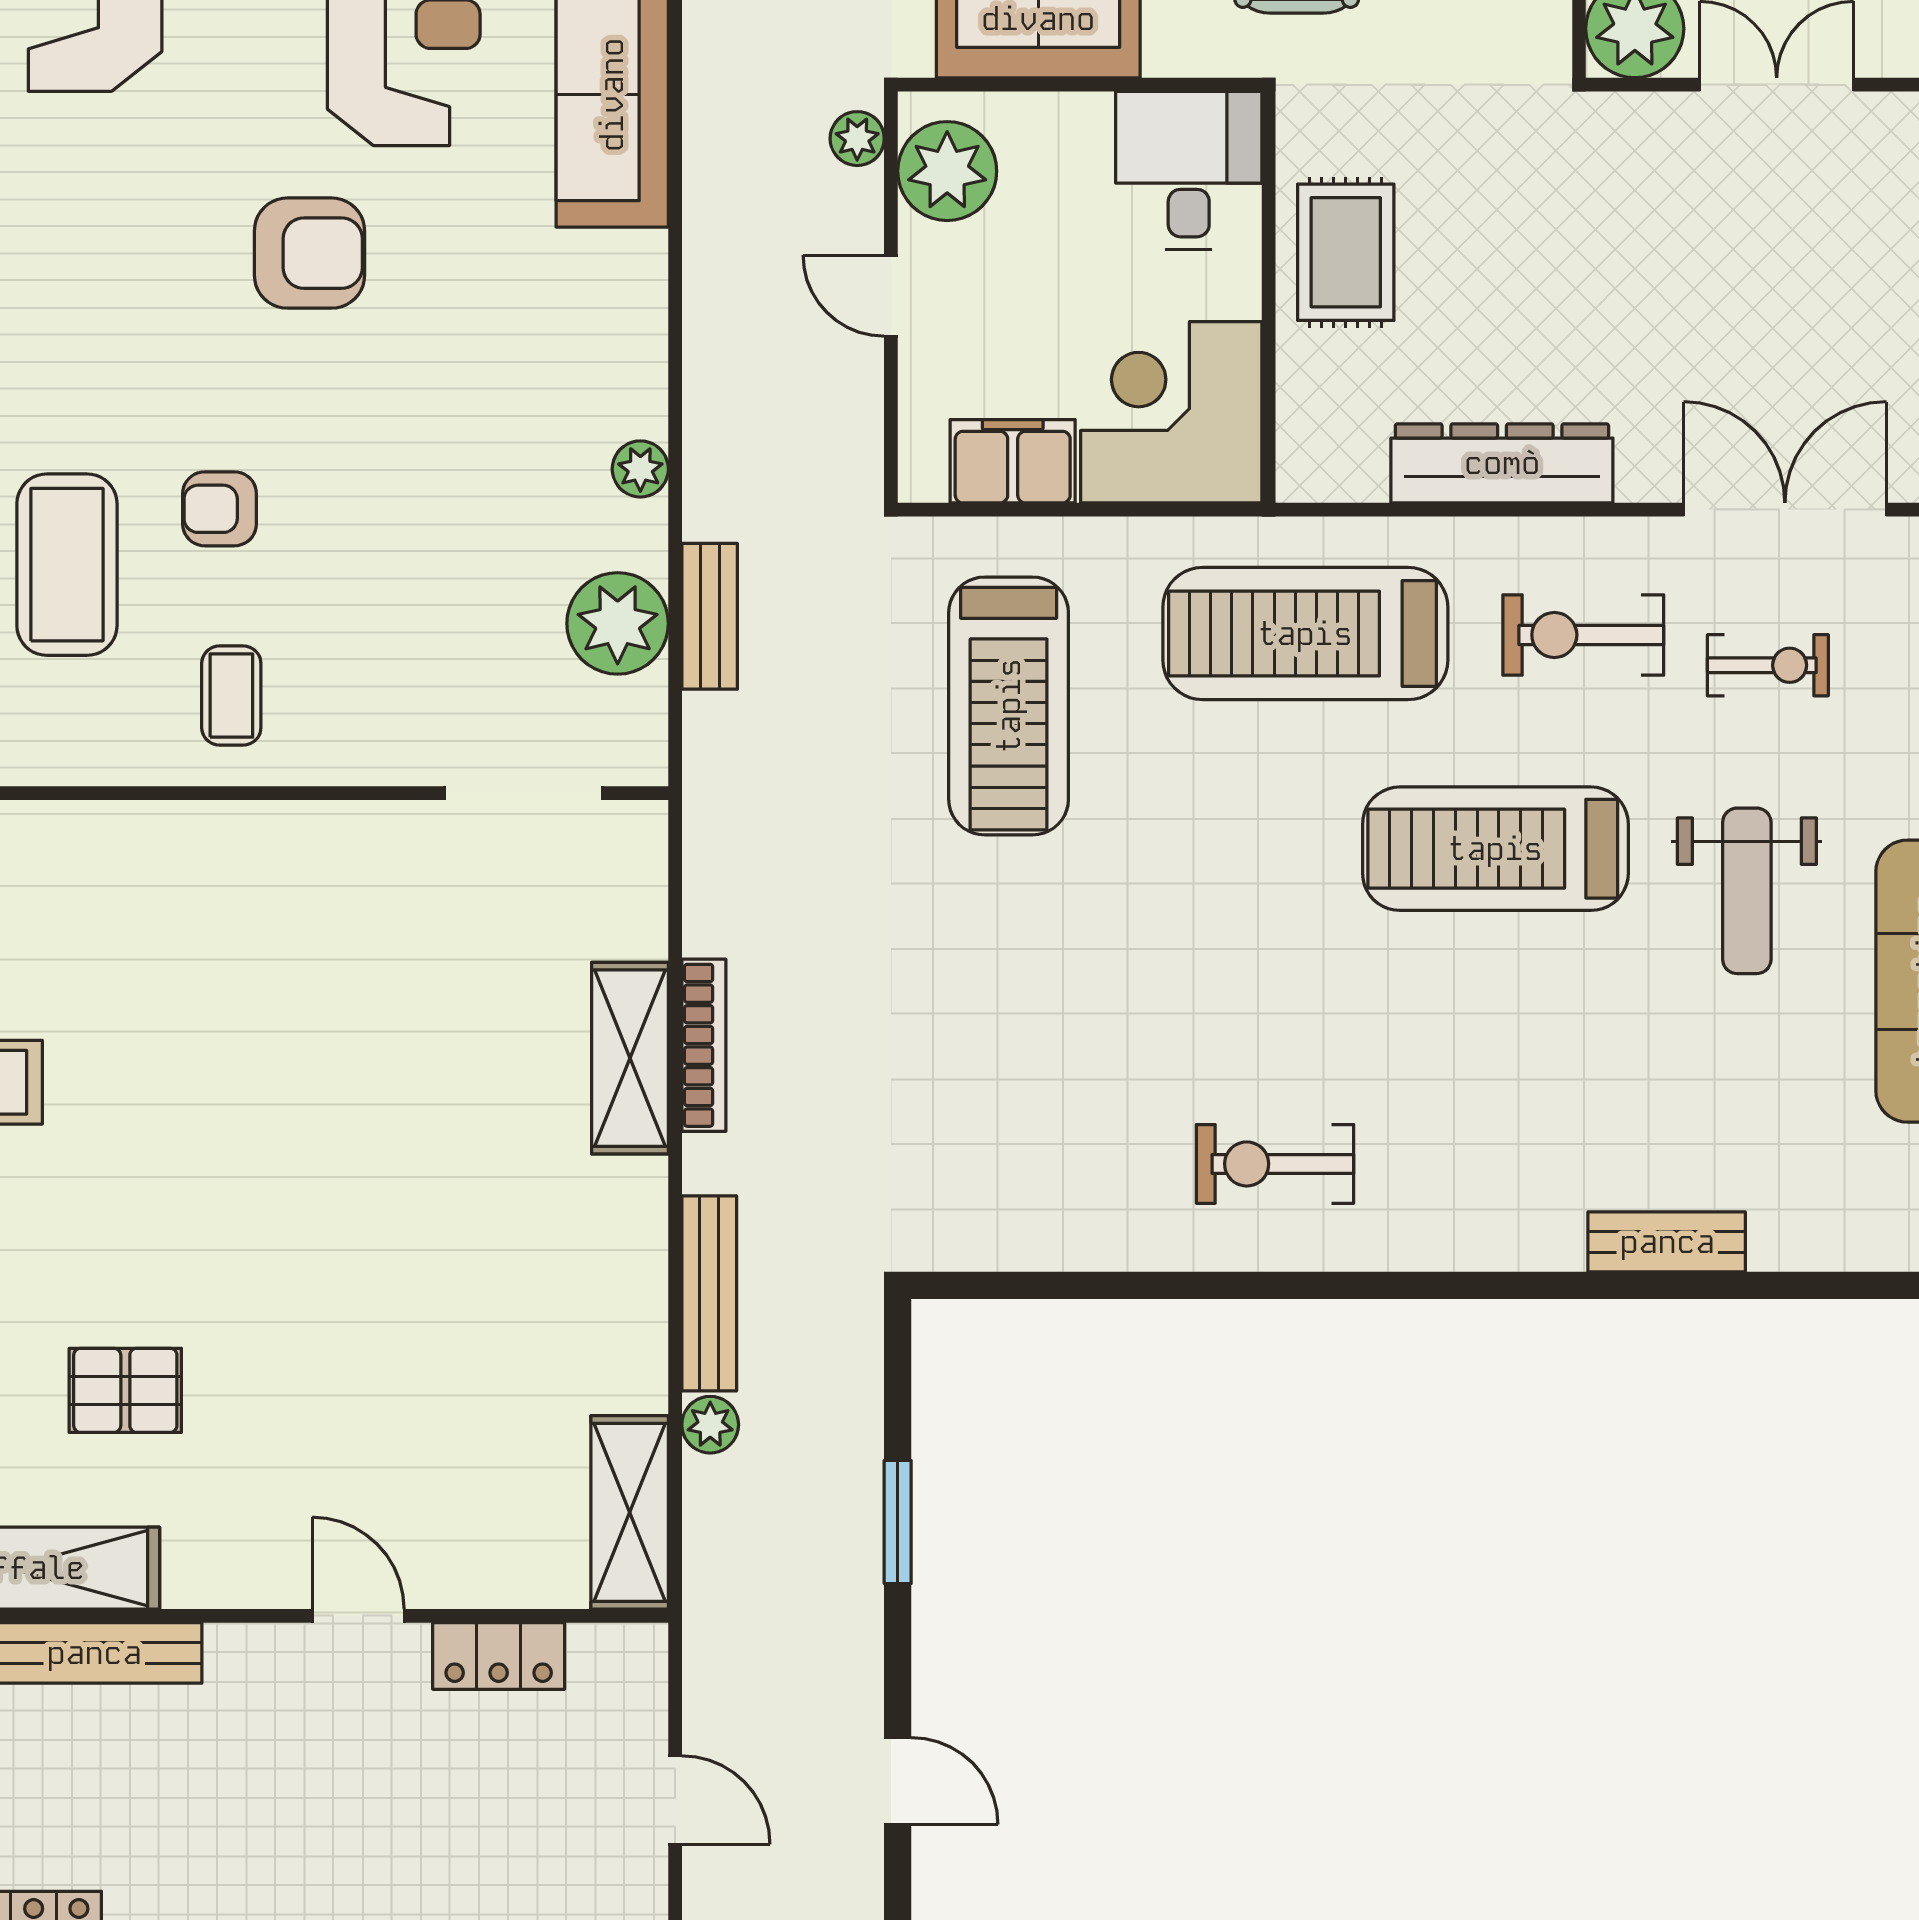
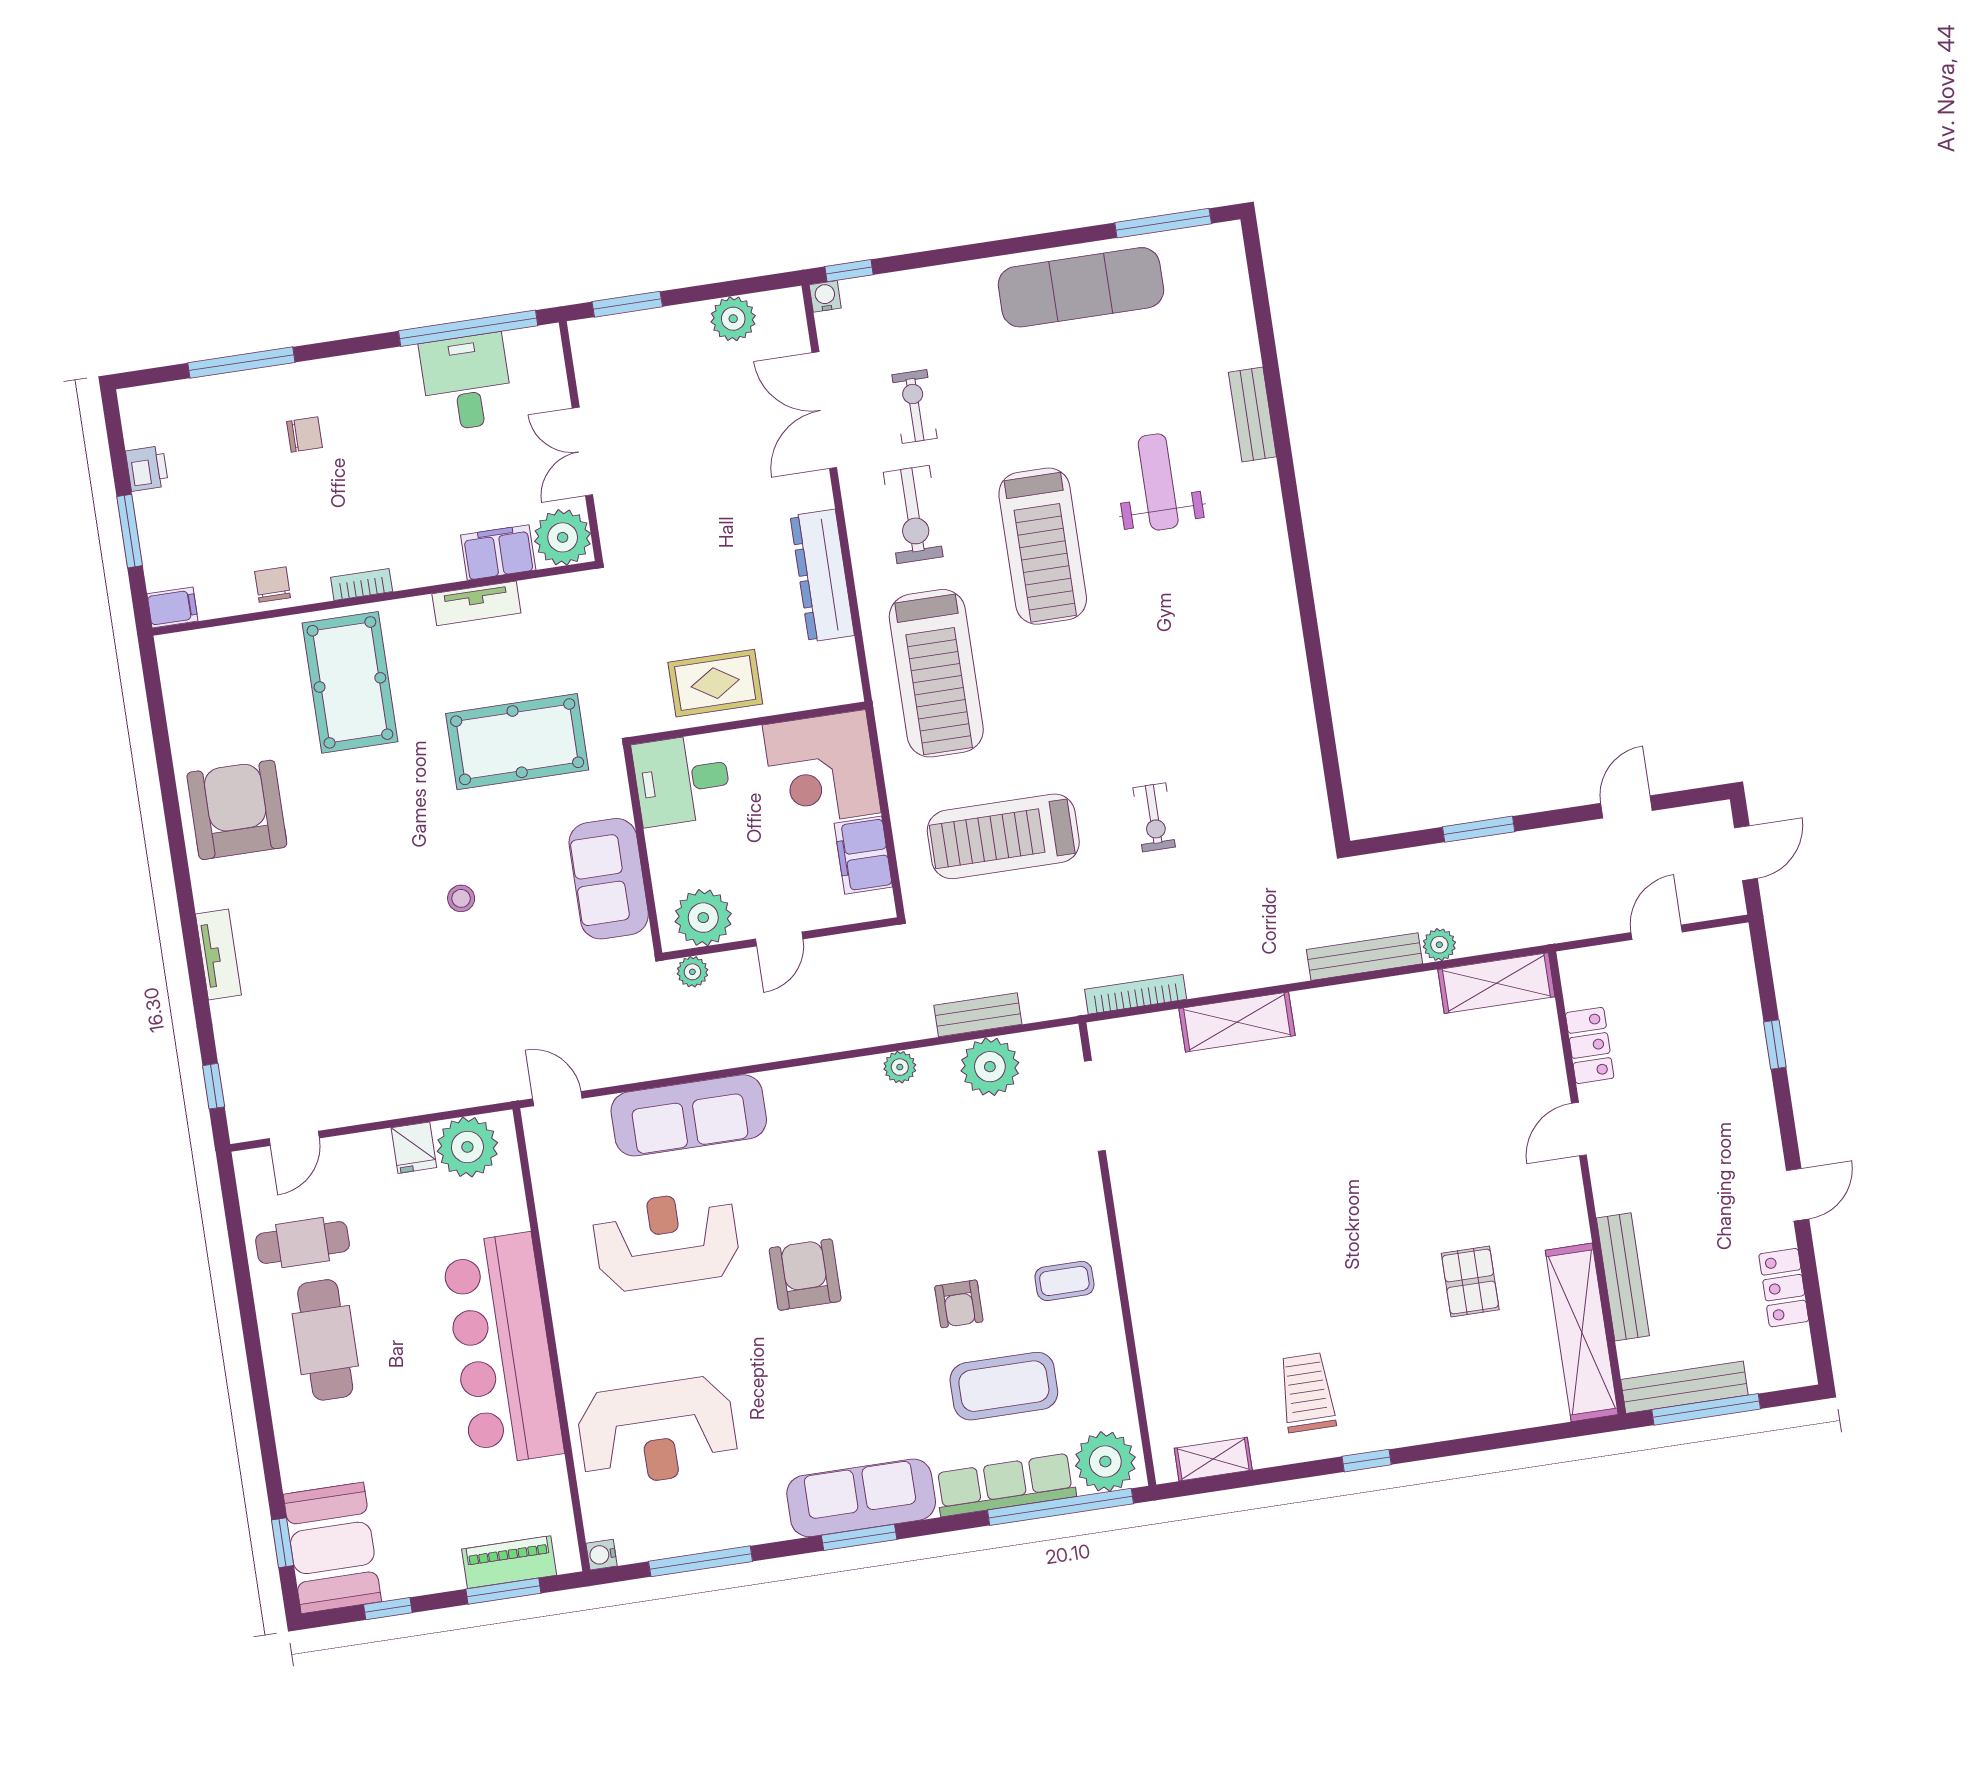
treadmill: (1009, 706) -> (1003, 836), turned 180
weight bench: (1747, 891) -> (1158, 482), moved, turned -90
bookcase: (704, 1045) -> (1136, 994), moved
exercise bike: (1275, 1164) -> (1154, 817), moved, width x0.73, depth x0.72

